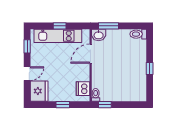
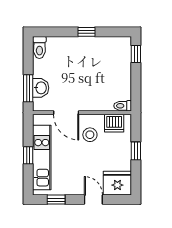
washbasin: (99, 35) -> (41, 88), moved
stool: (75, 71) -> (90, 135), added
window: (105, 105) -> (136, 54), moved

